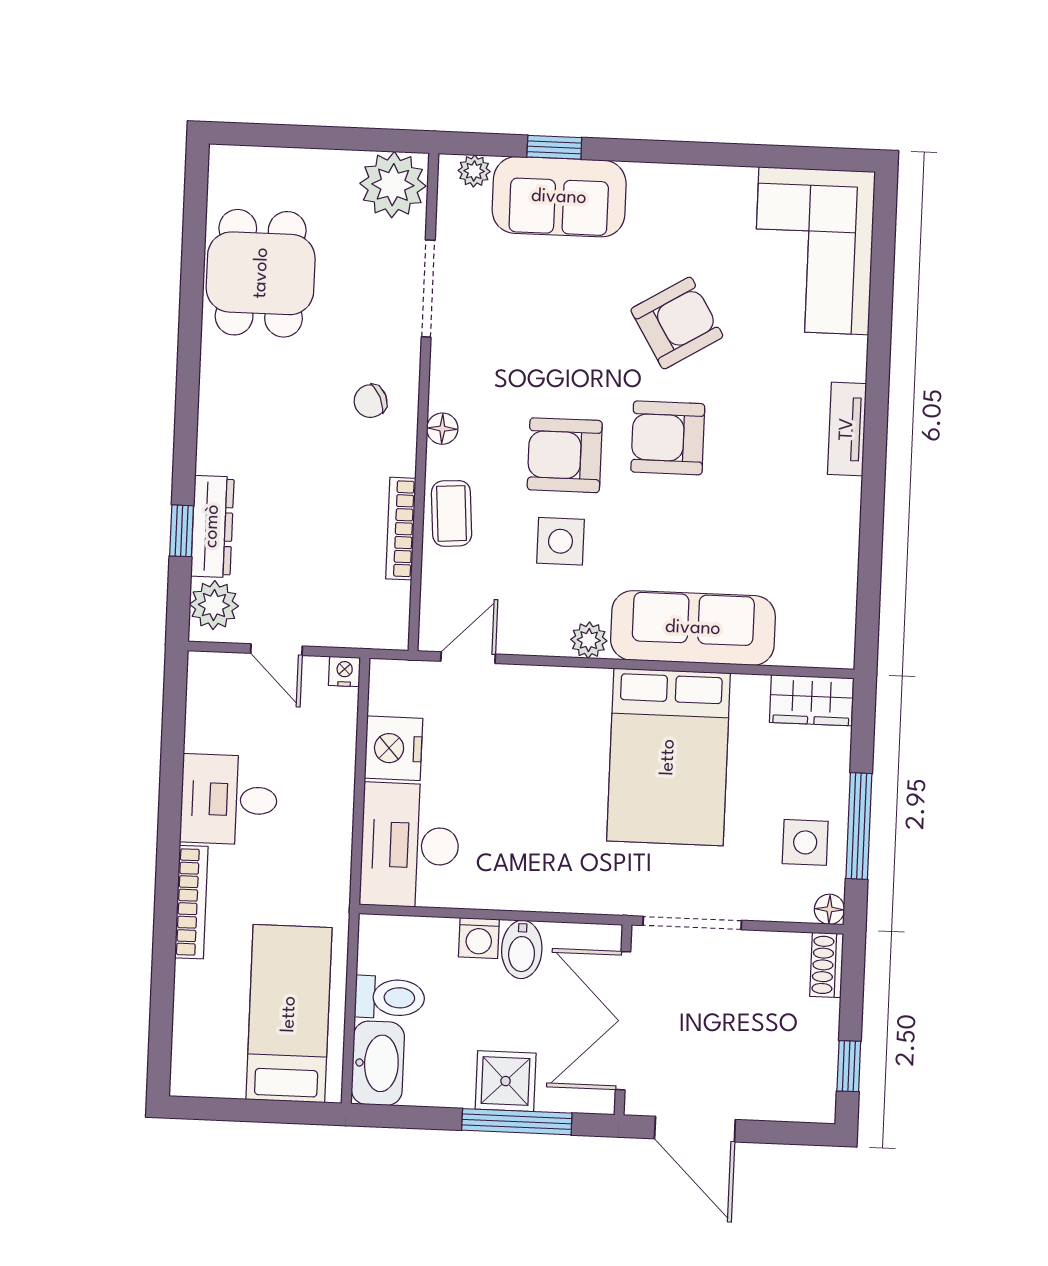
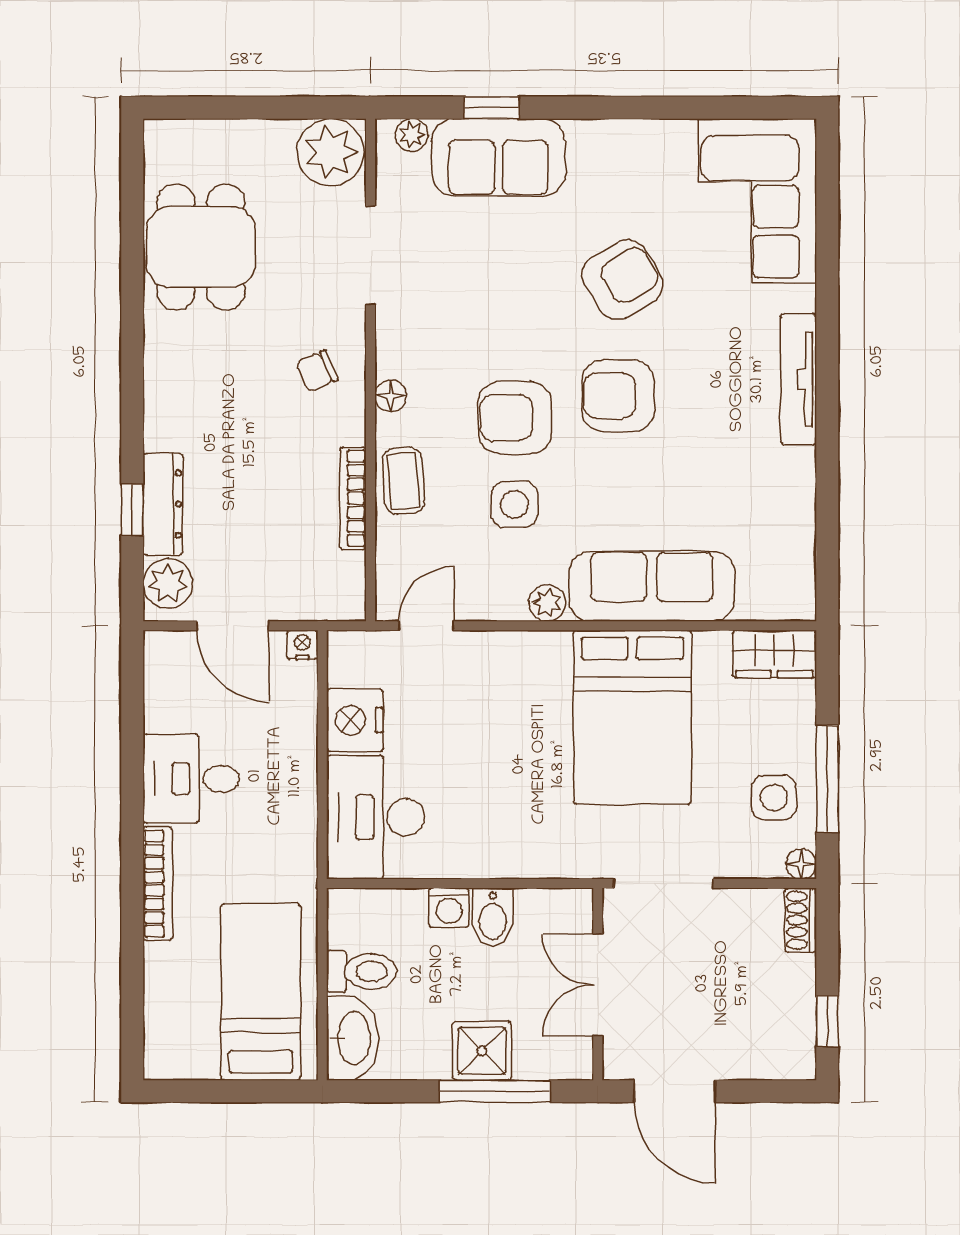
tv unit: (847, 429) -> (799, 379), width x1.41
door: (276, 650) -> (233, 626), width x1.38
double door: (623, 1021) -> (598, 985), width x0.73

